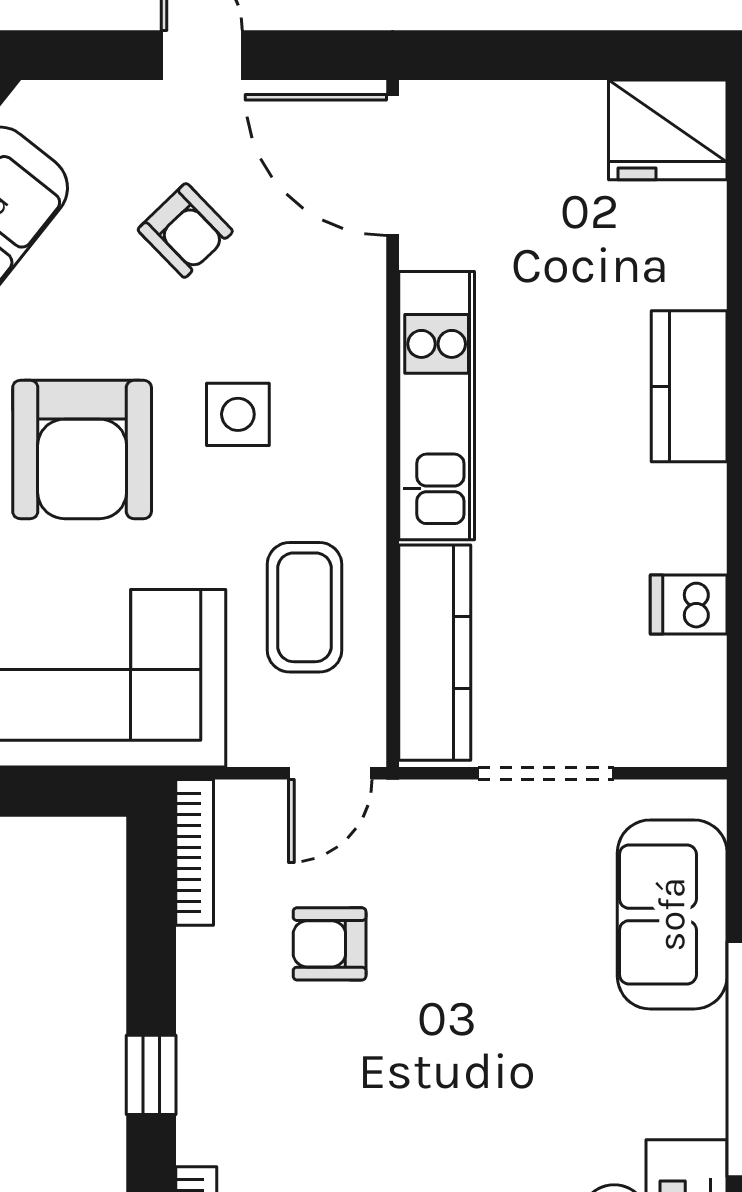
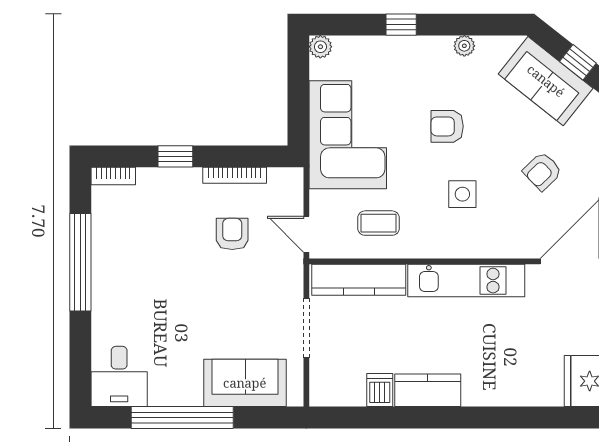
kitchen counter: (689, 386) -> (428, 390), moved
armchair: (82, 449) -> (447, 126), width x0.53, depth x0.53
coffee table: (304, 607) -> (379, 223), width x0.73, depth x0.77
bookcase: (195, 852) -> (235, 175), moved

